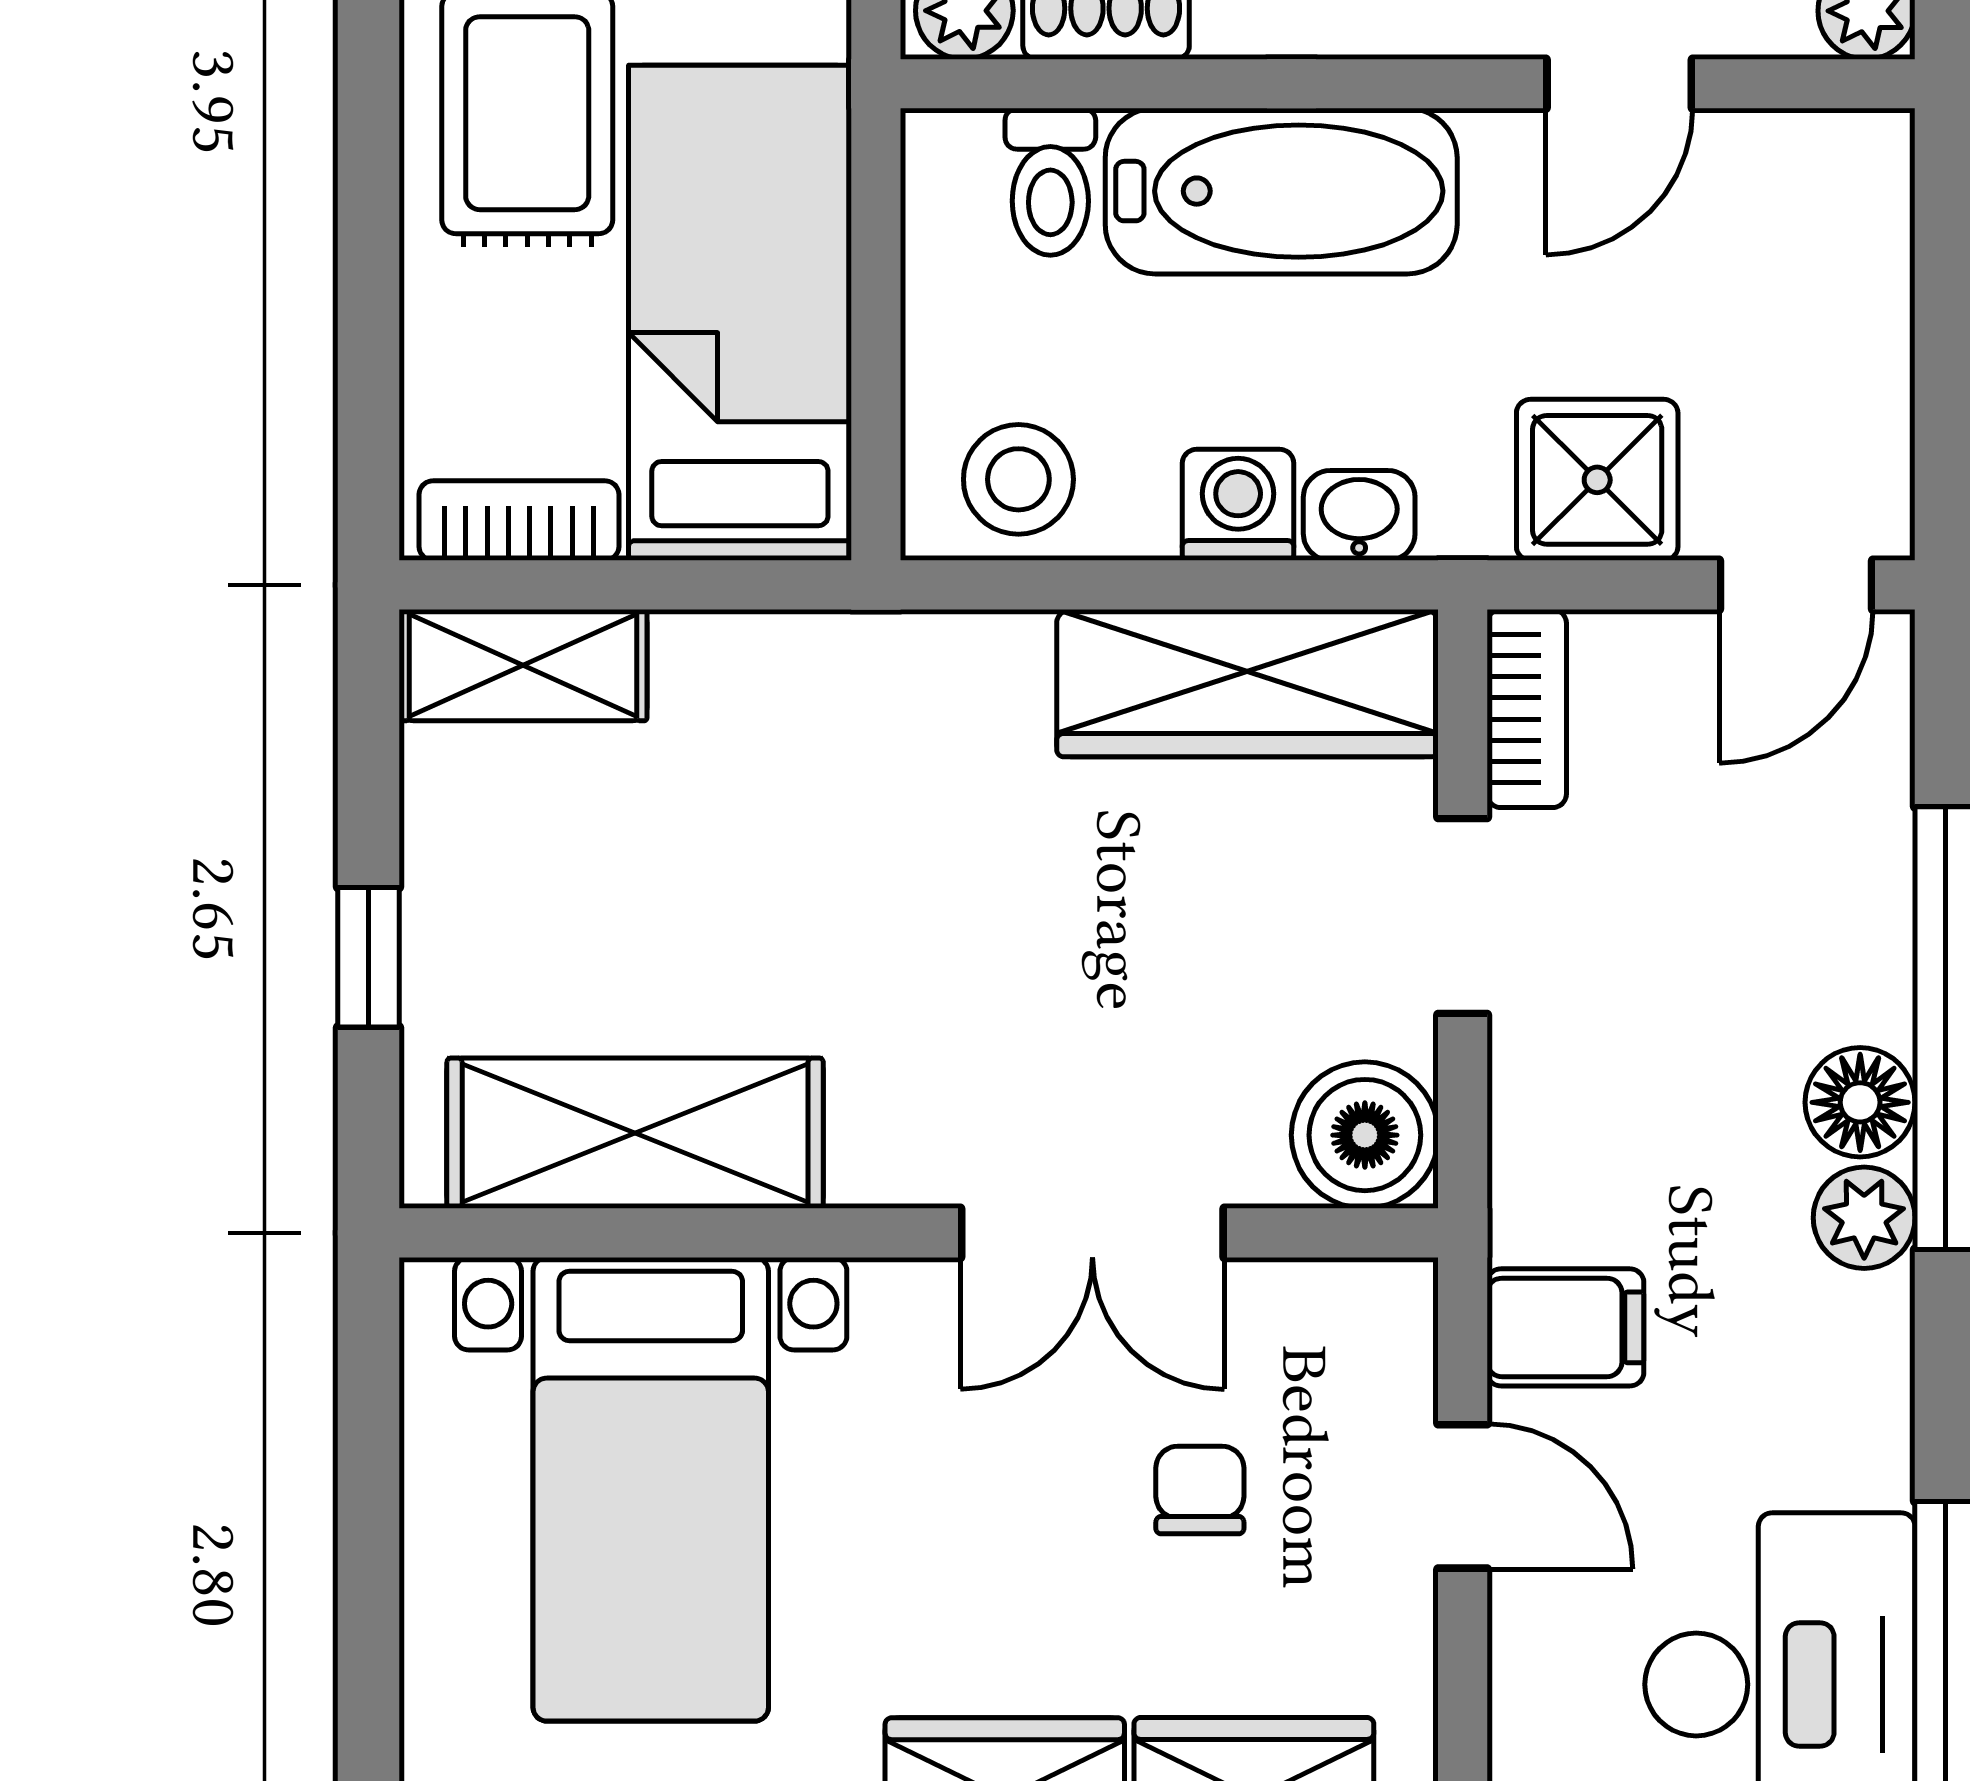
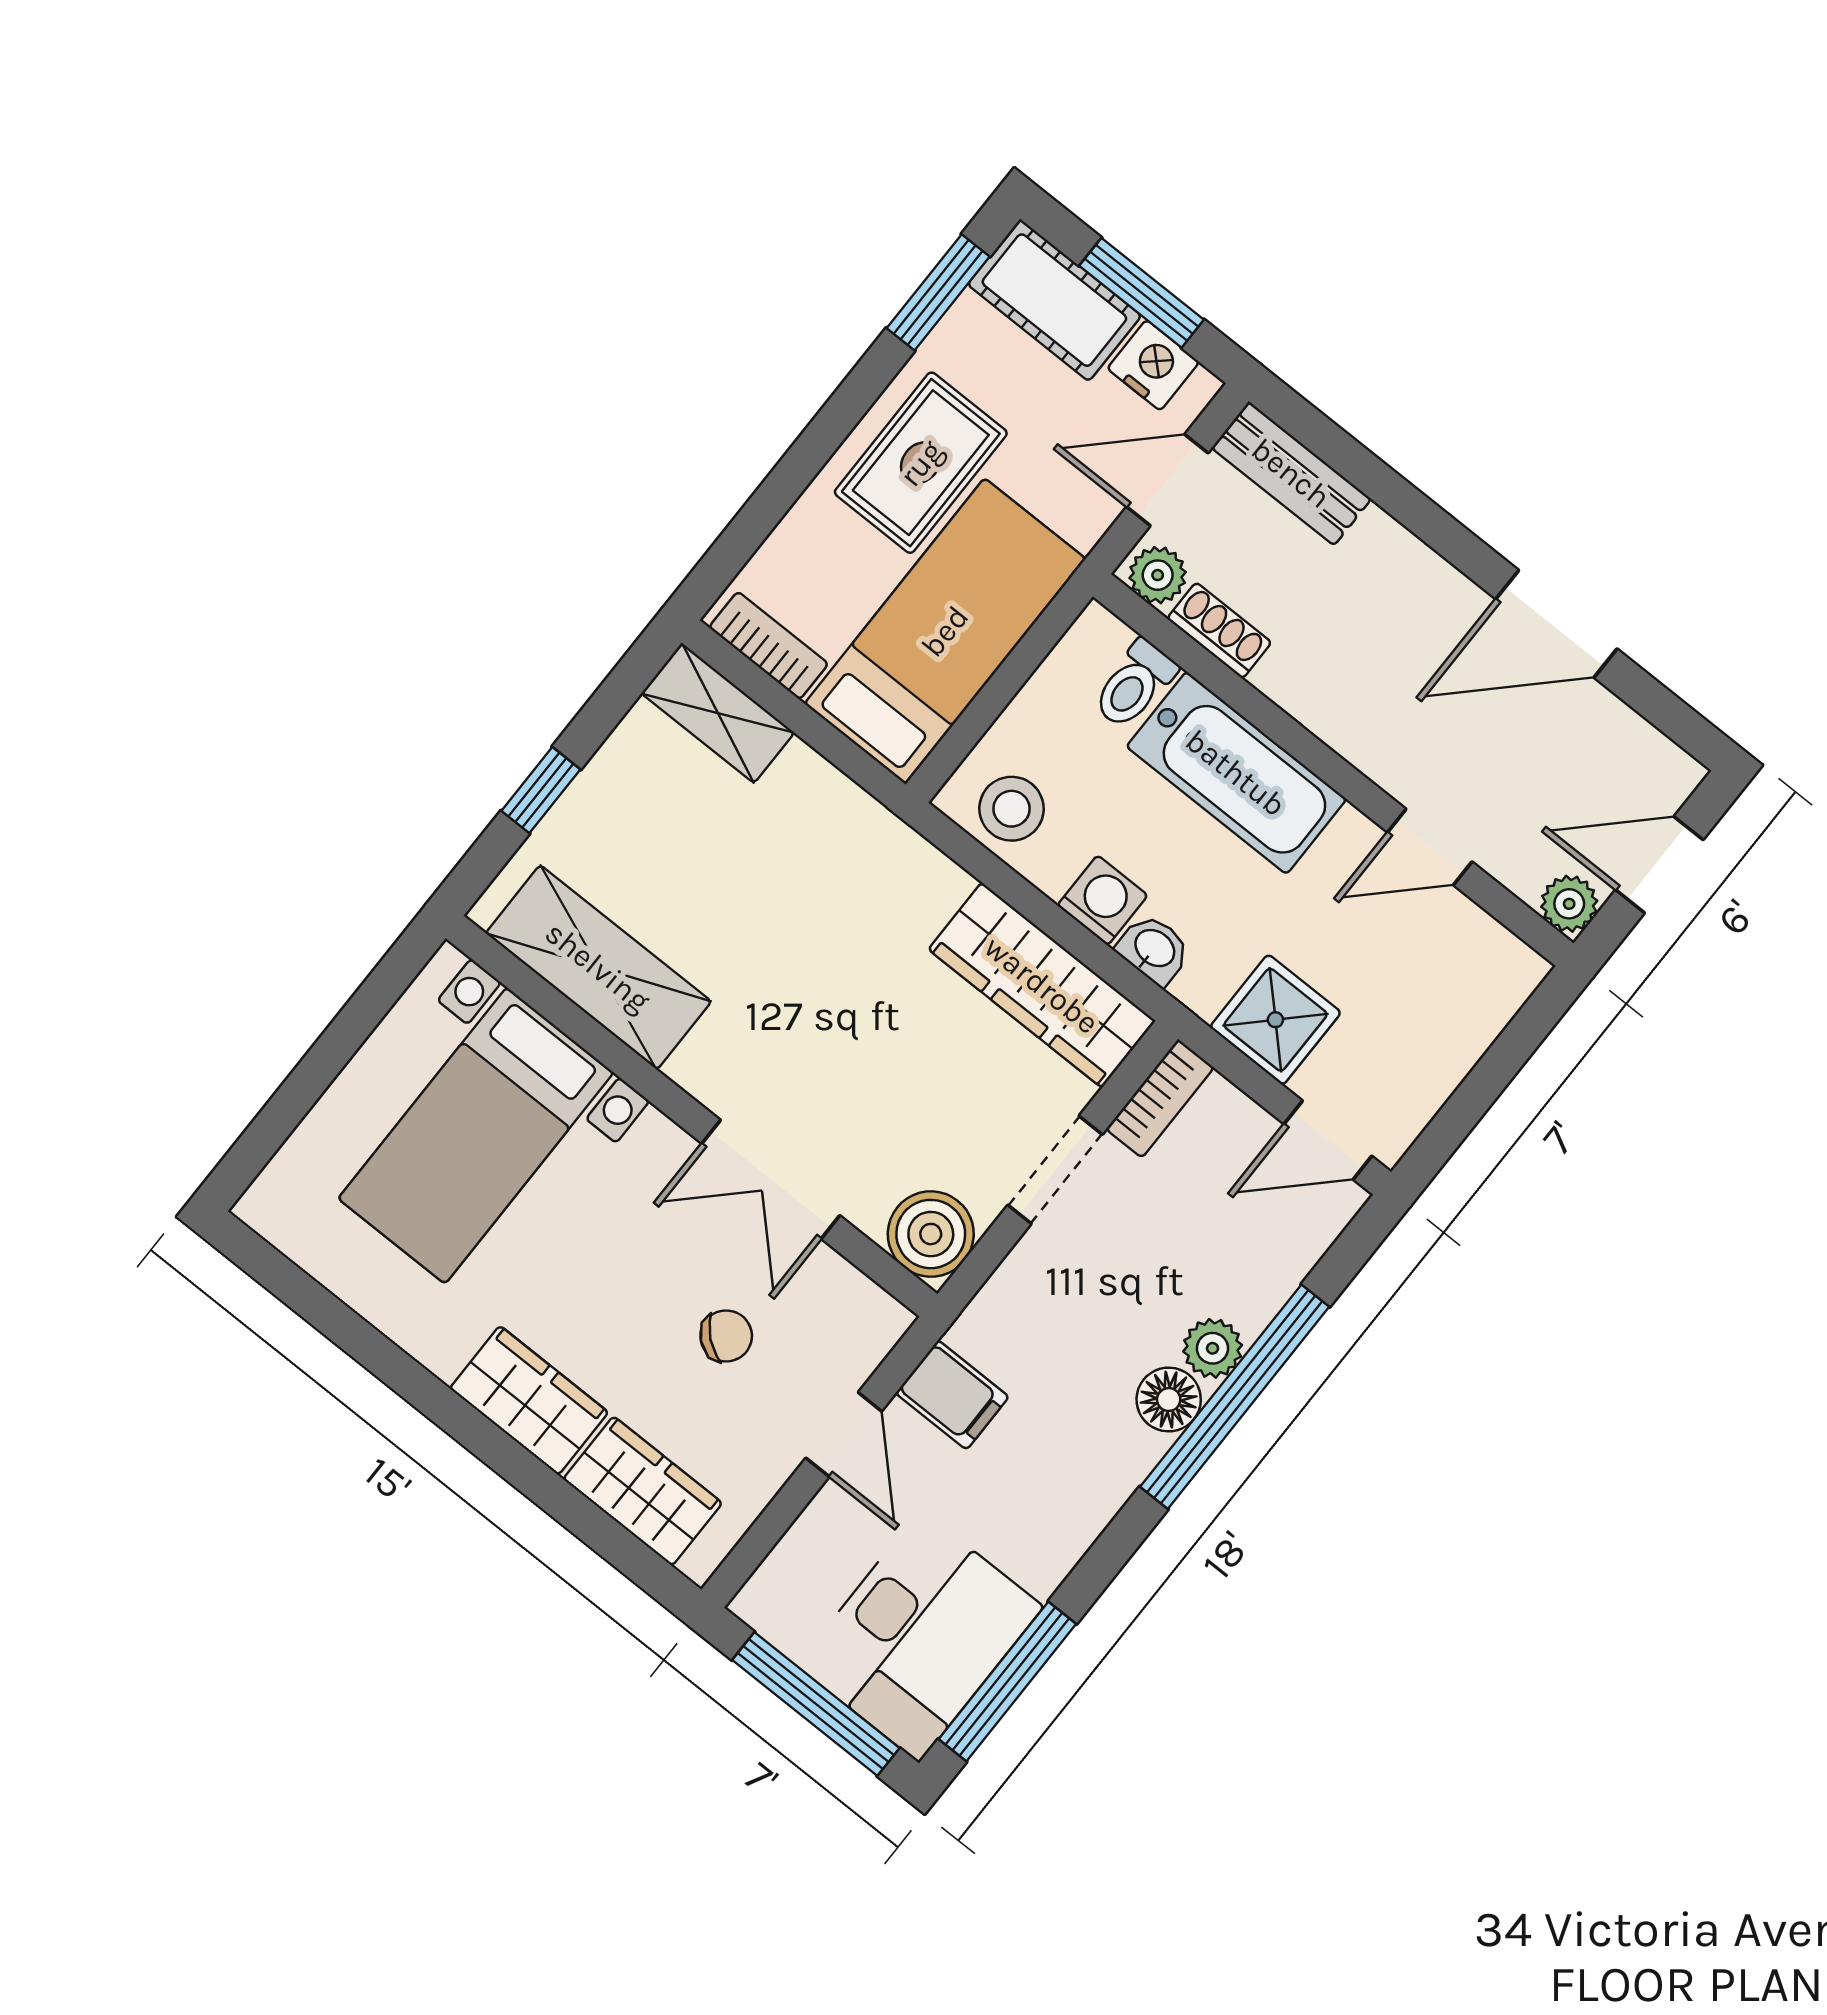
plant: (1864, 1218) -> (1213, 1348), moved
chair: (1200, 1490) -> (726, 1336), turned 40

